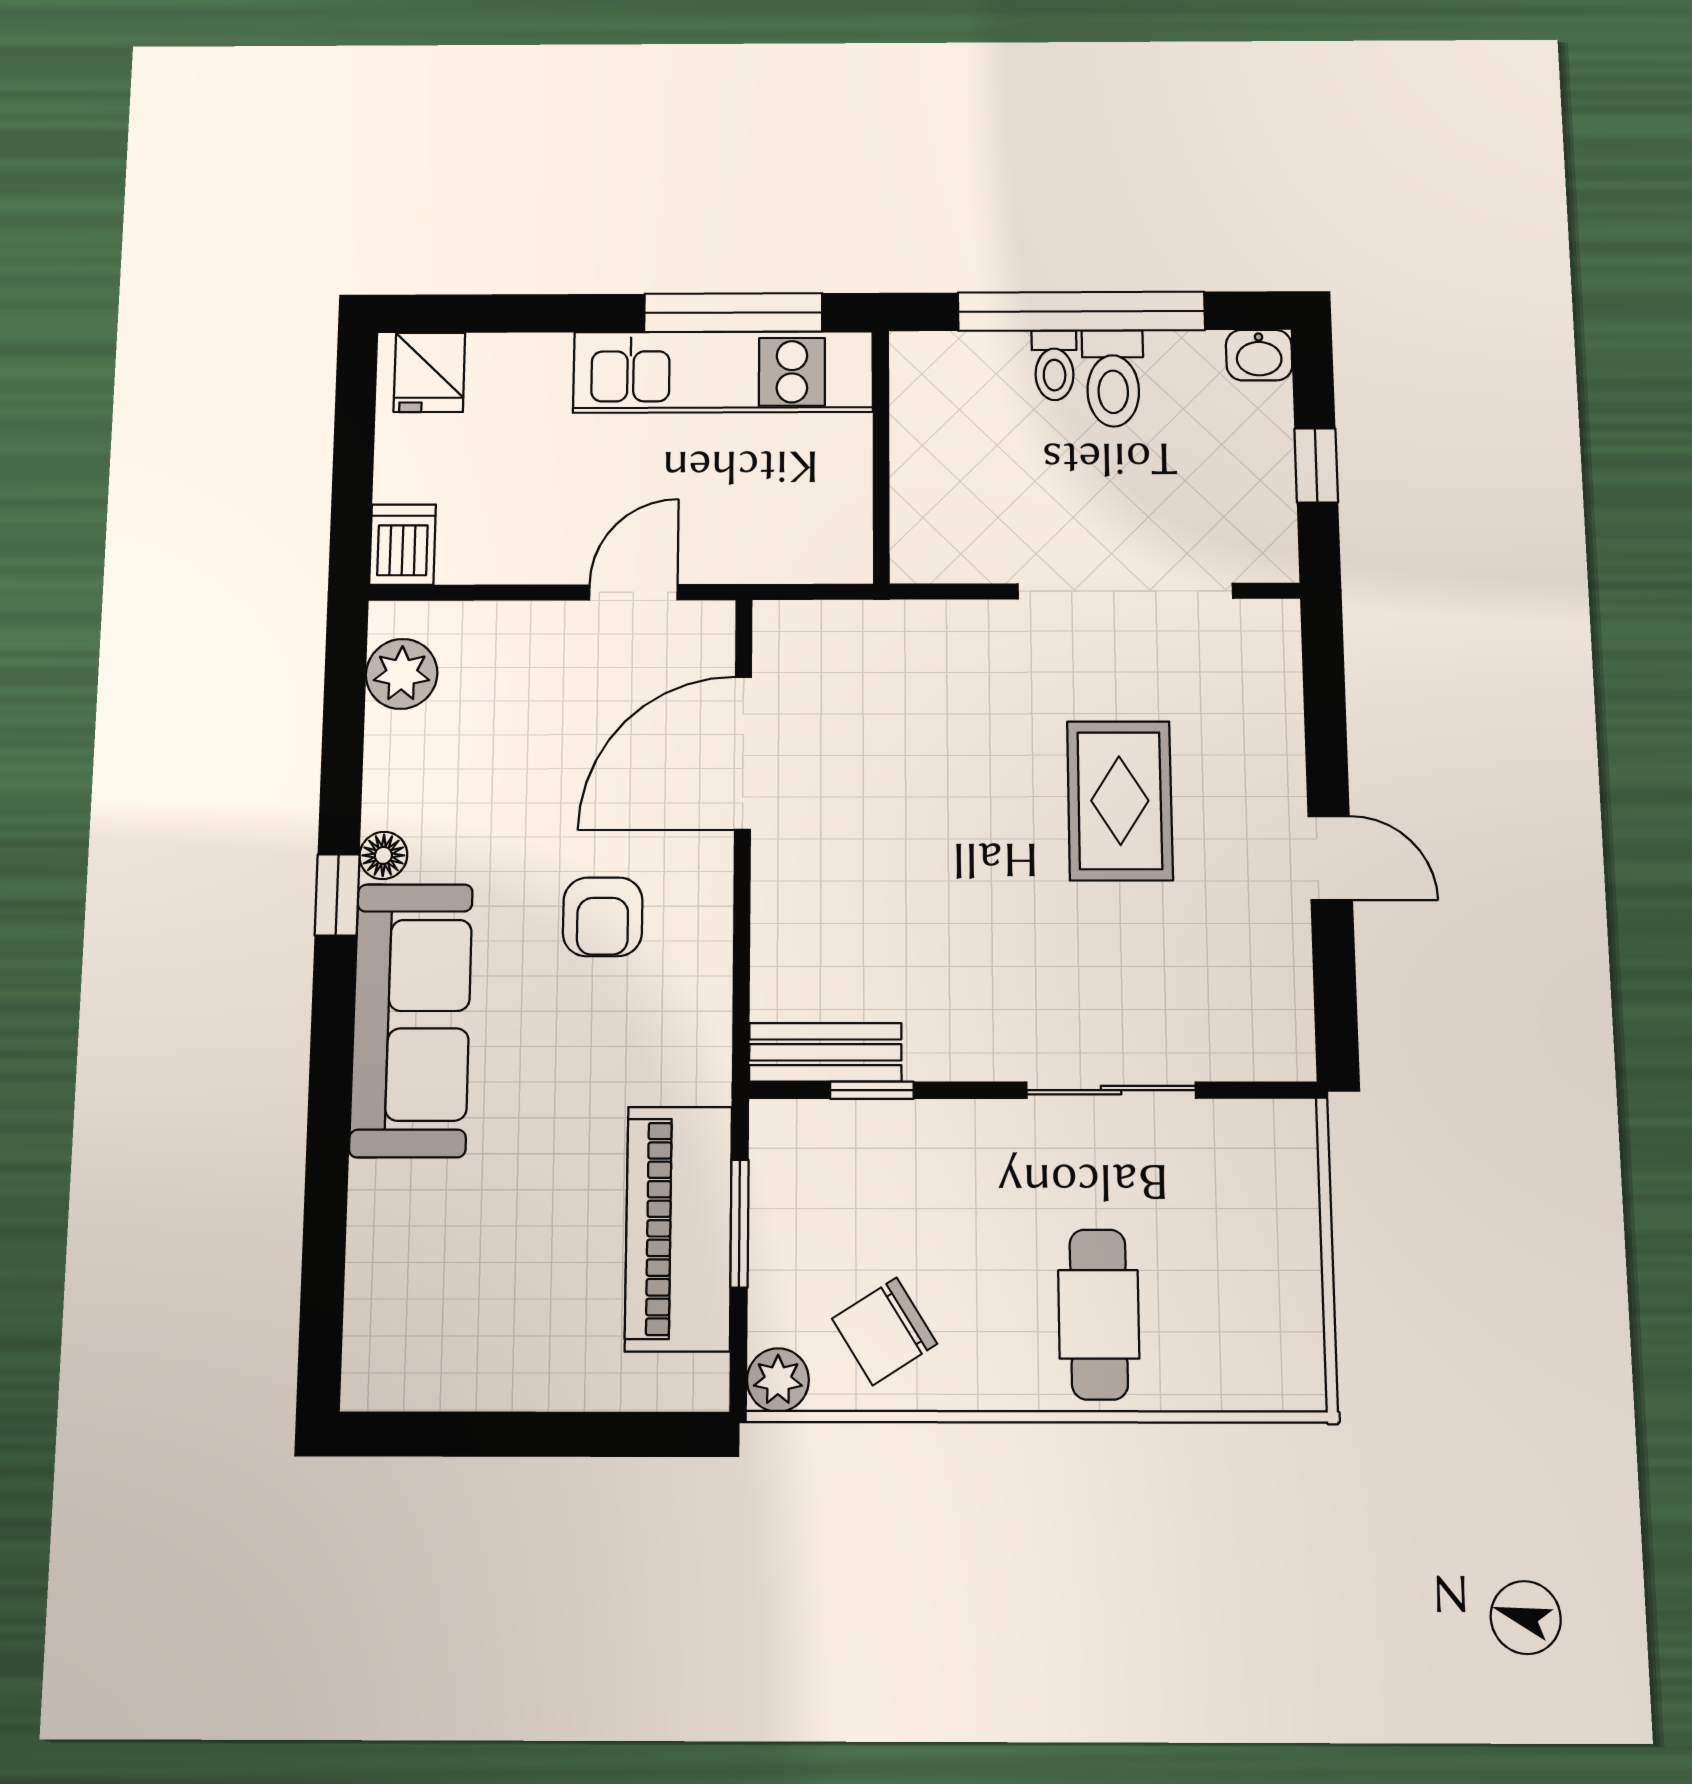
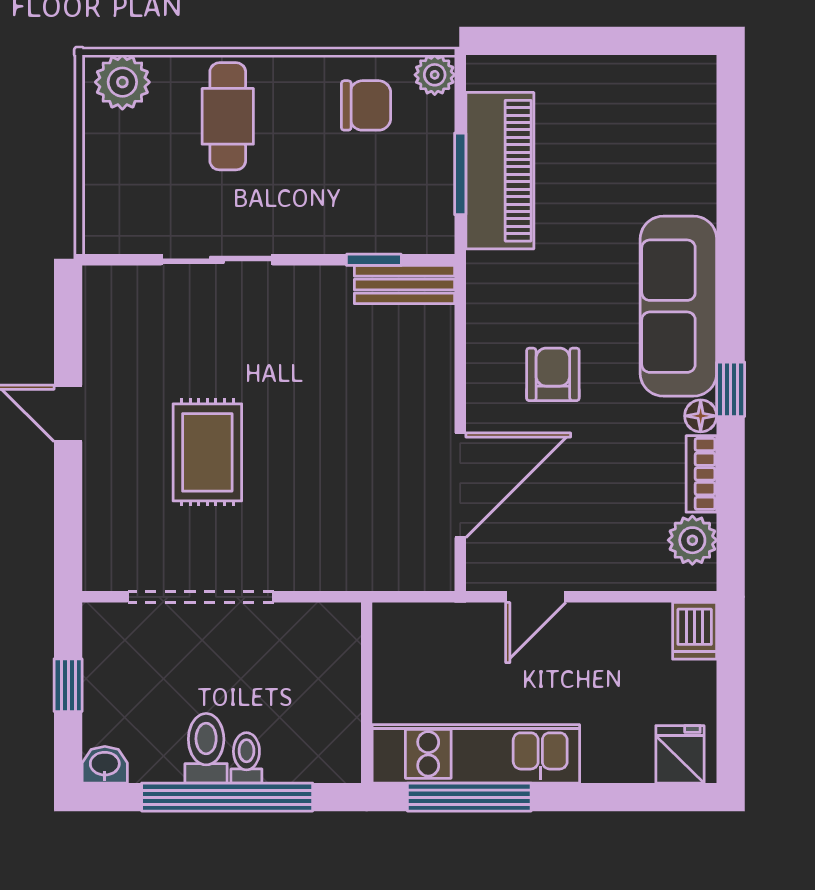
bookcase: (385, 770) -> (701, 474), added
chair: (885, 1331) -> (366, 105), turned 32
plant: (1264, 1369) -> (122, 82), added

